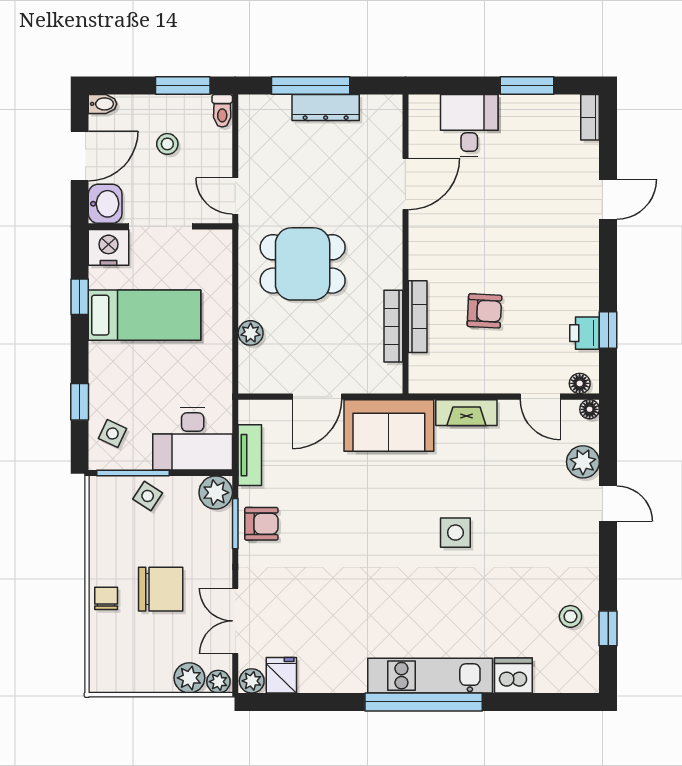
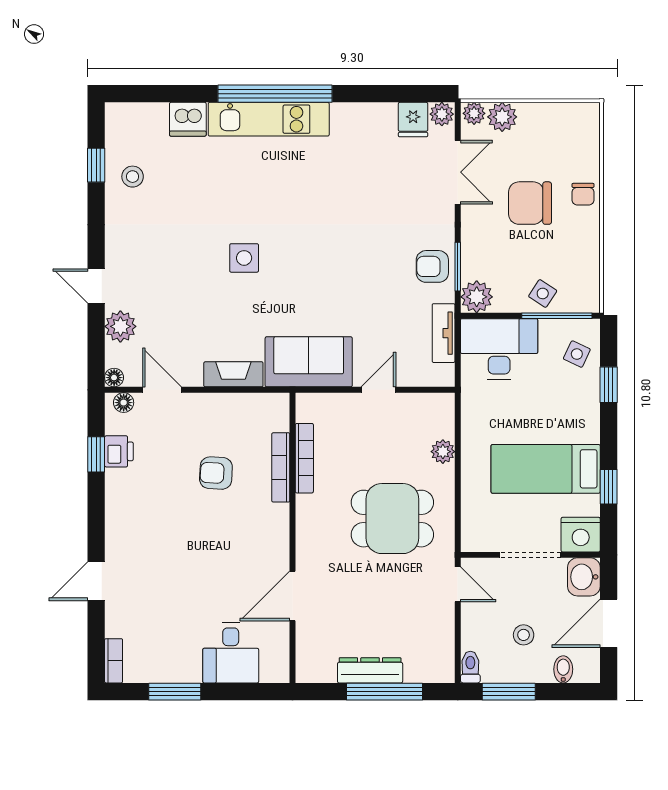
bidet: (103, 104) -> (563, 669), moved, turned 90
door: (317, 397) -> (378, 390), width x0.73

